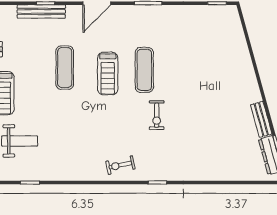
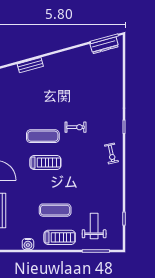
exercise mat: (65, 68) -> (55, 210), moved
bench: (261, 119) -> (30, 65), moved

